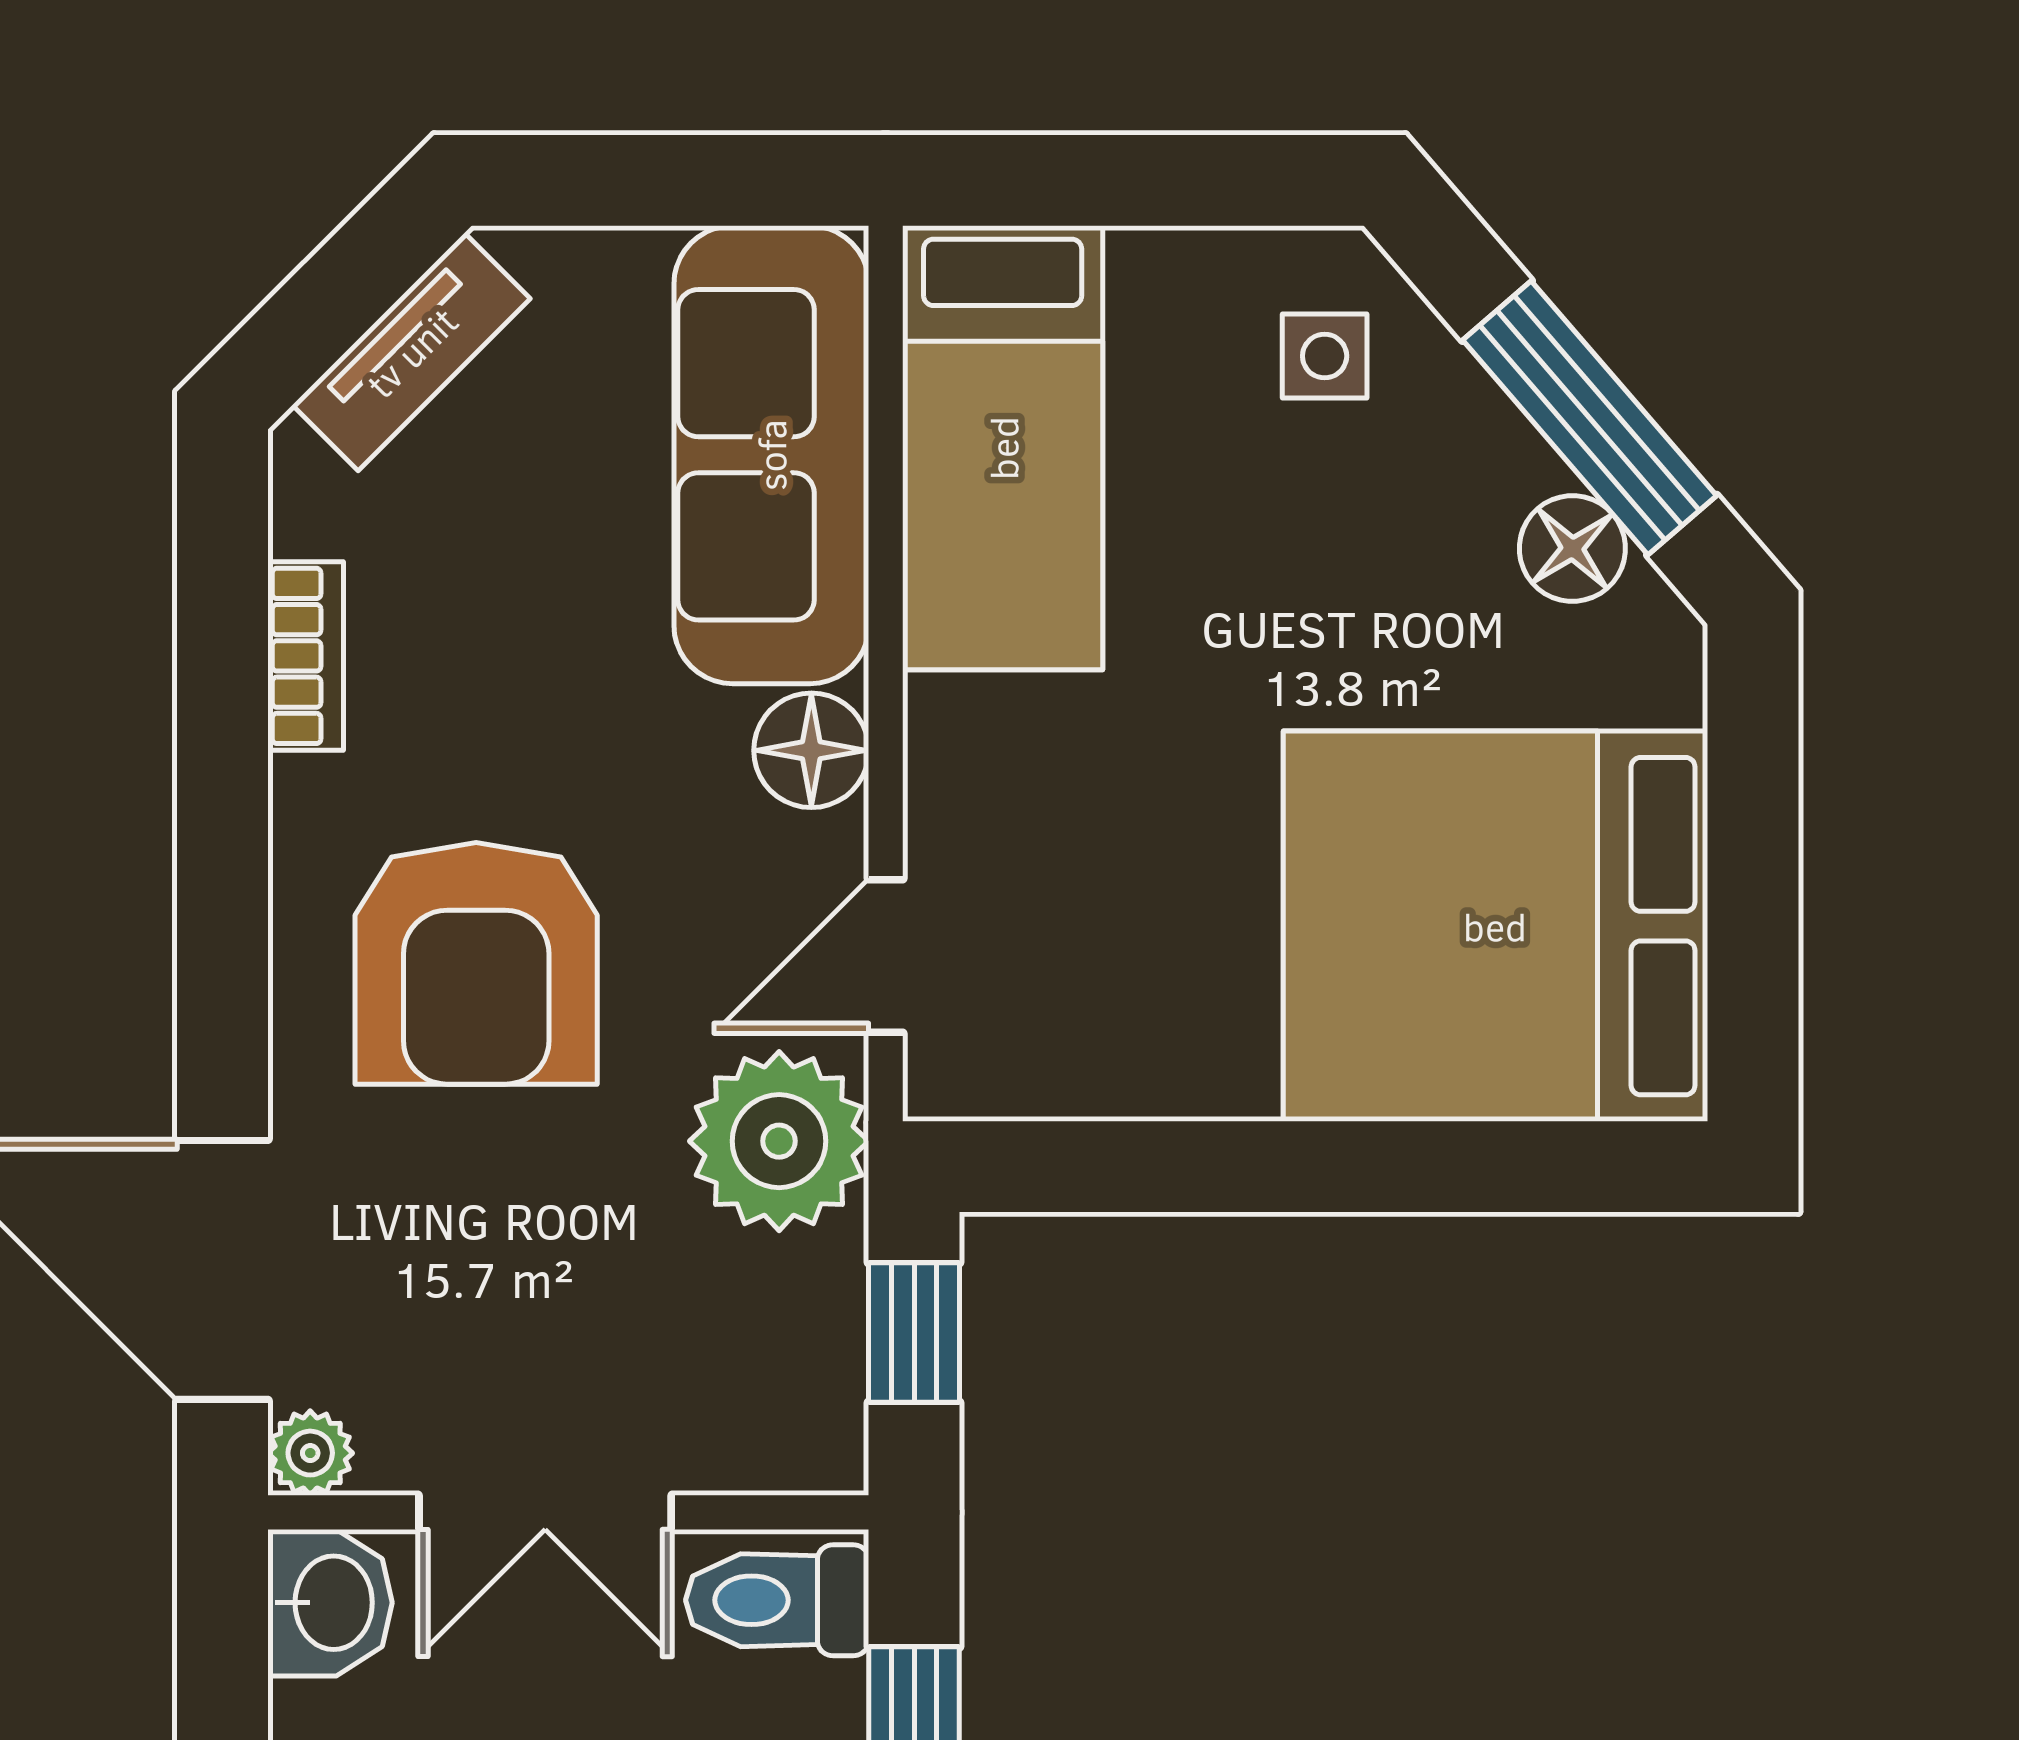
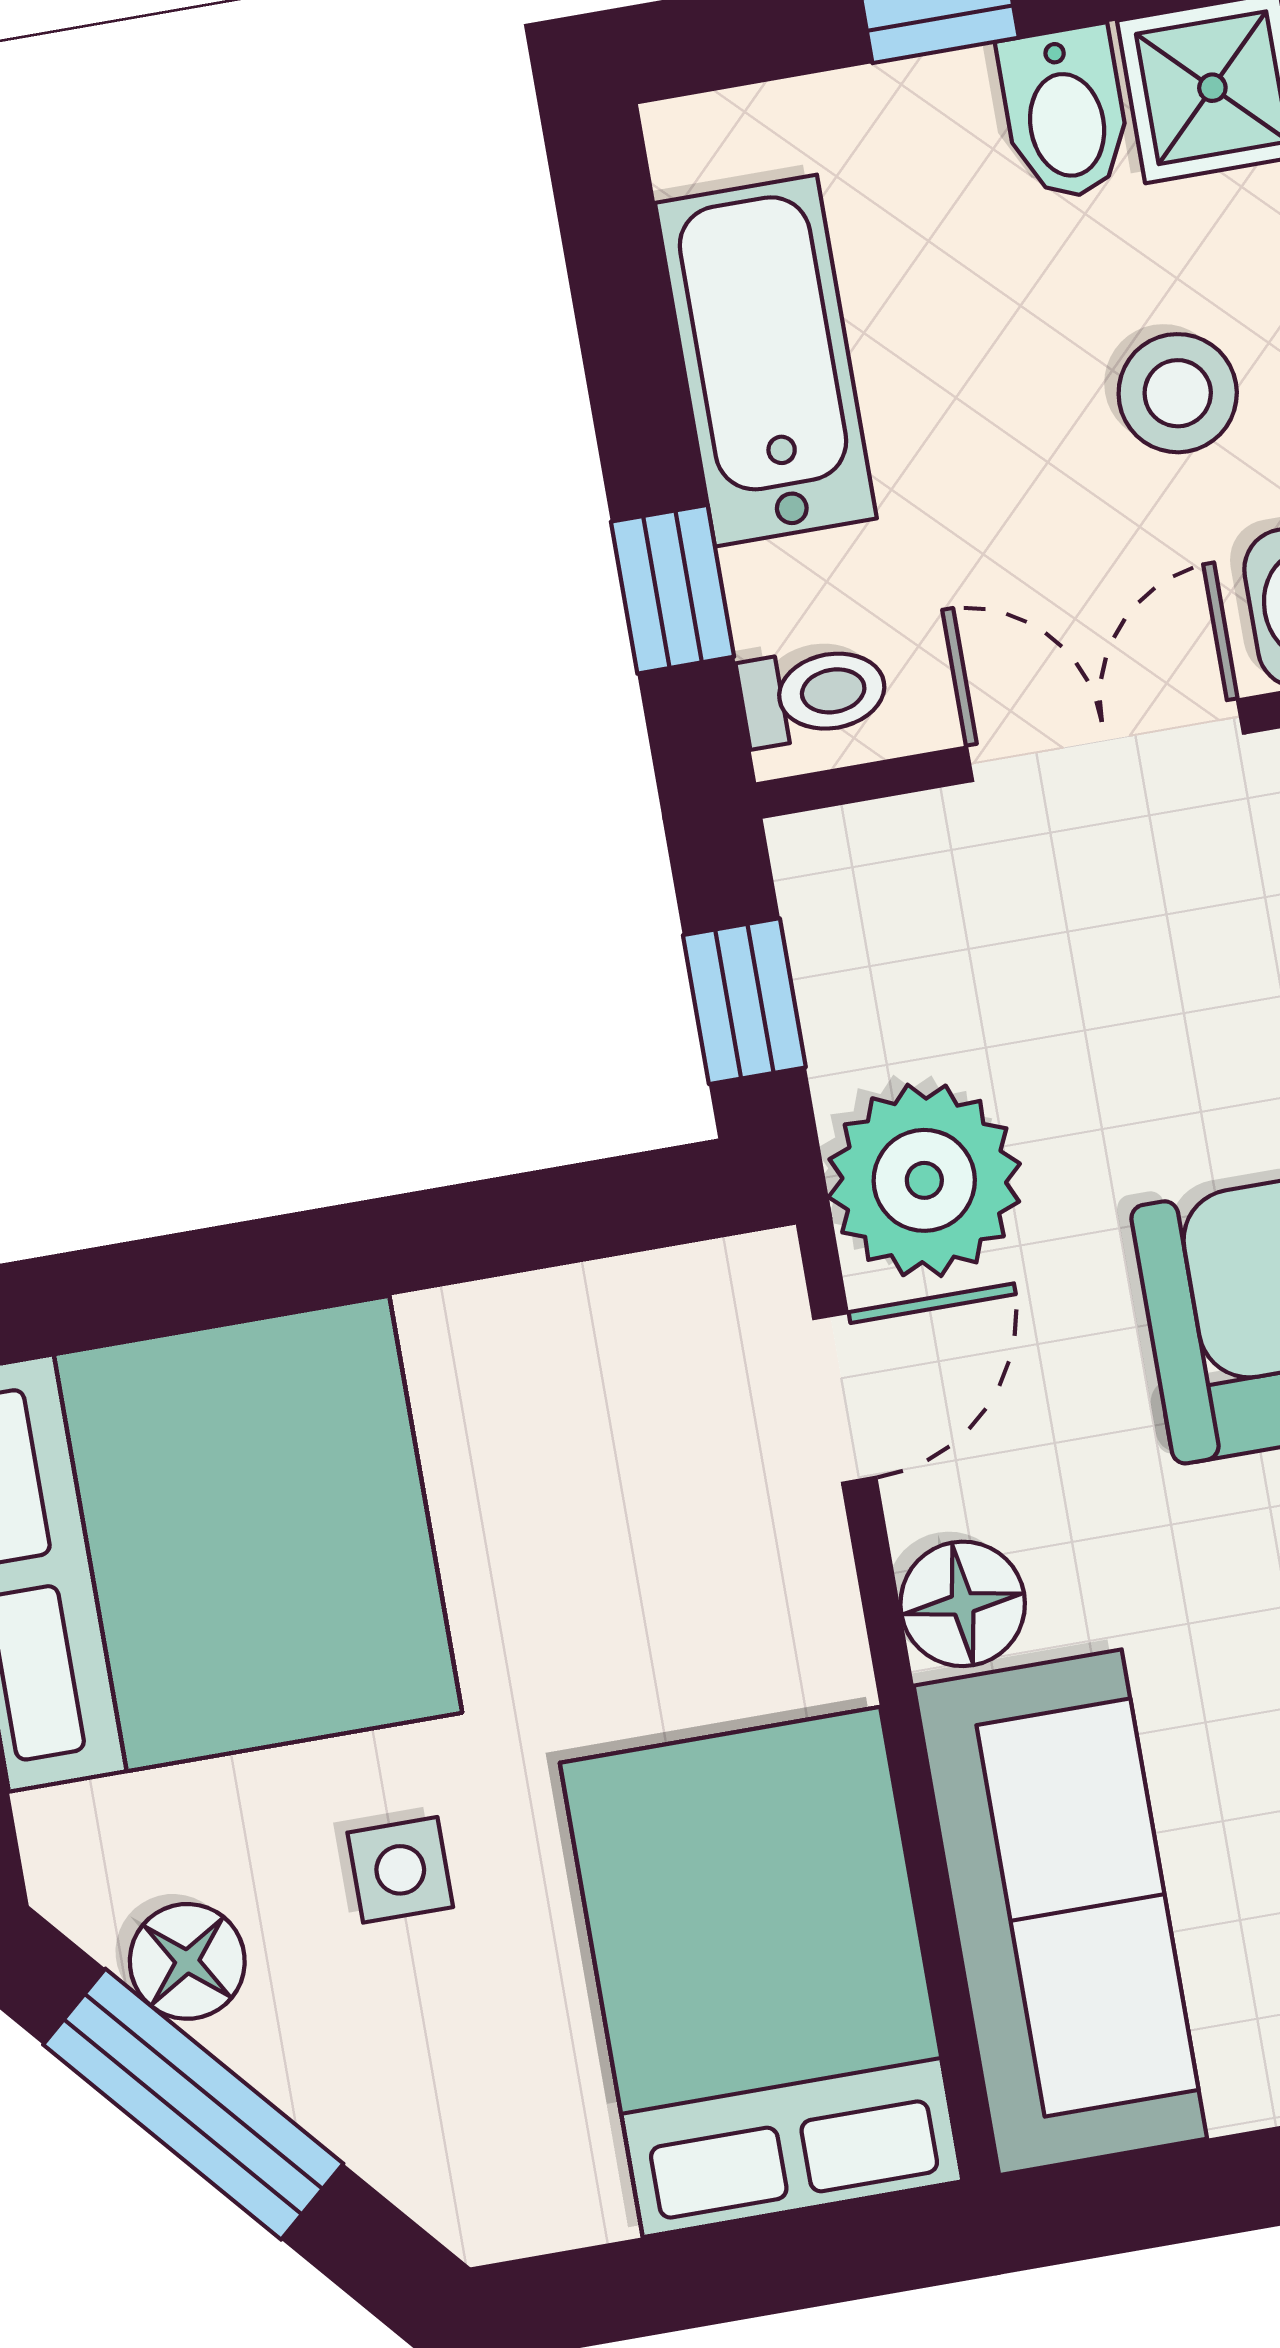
side table: (1325, 356) -> (400, 1870), moved
bed: (1003, 448) -> (761, 1972), width x1.50
toilet: (777, 1600) -> (813, 694), width x0.73, depth x0.72

